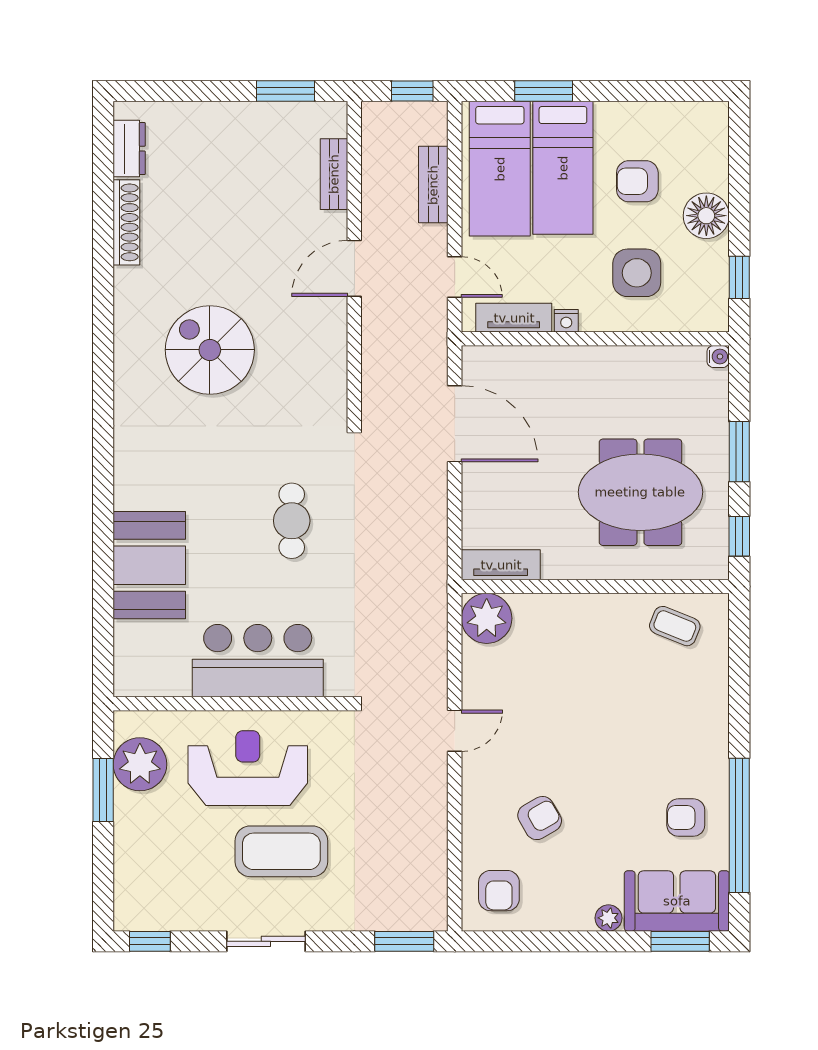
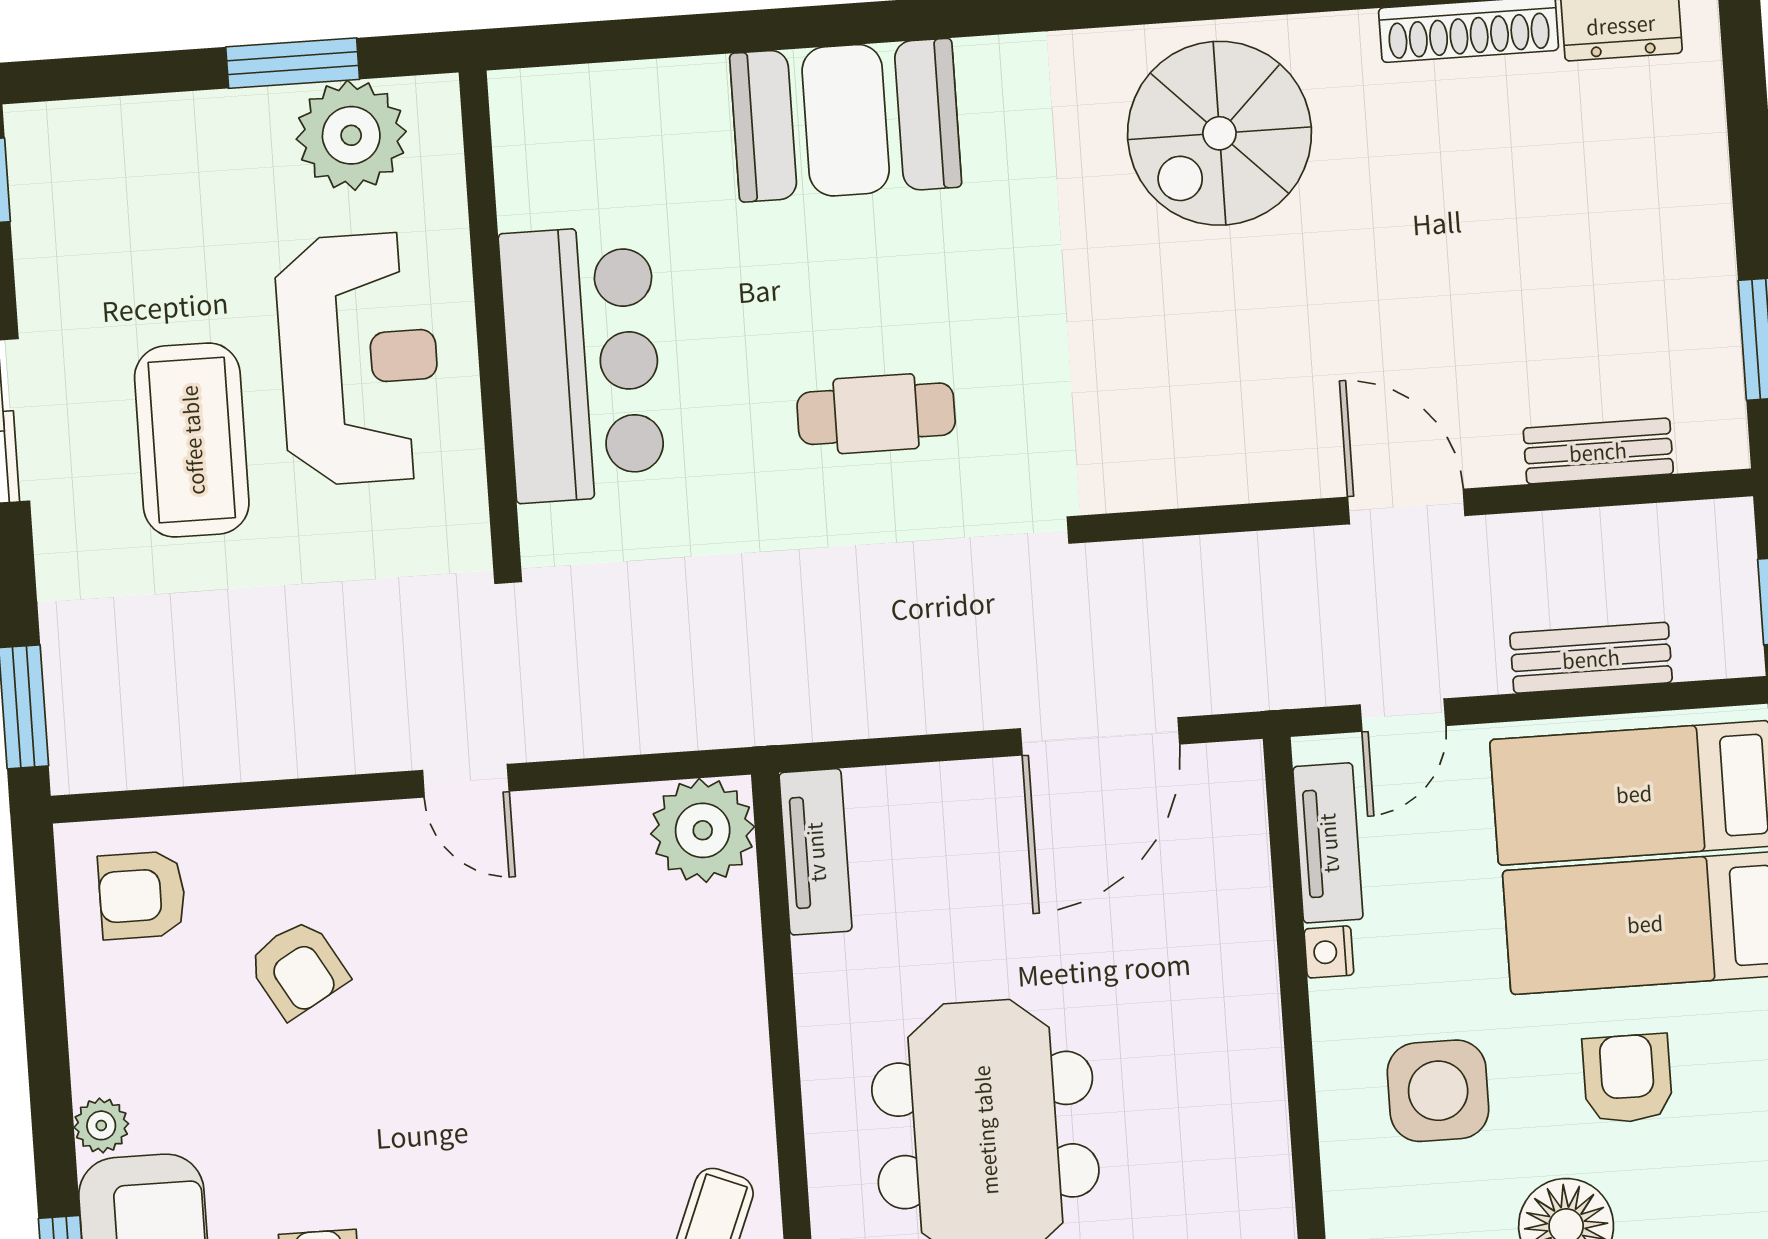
spiral stairs: (210, 350) -> (1219, 133), moved, turned 180
booth: (149, 565) -> (846, 120), moved

